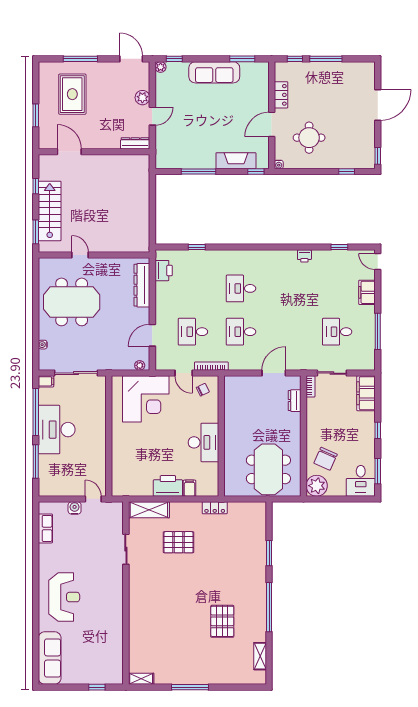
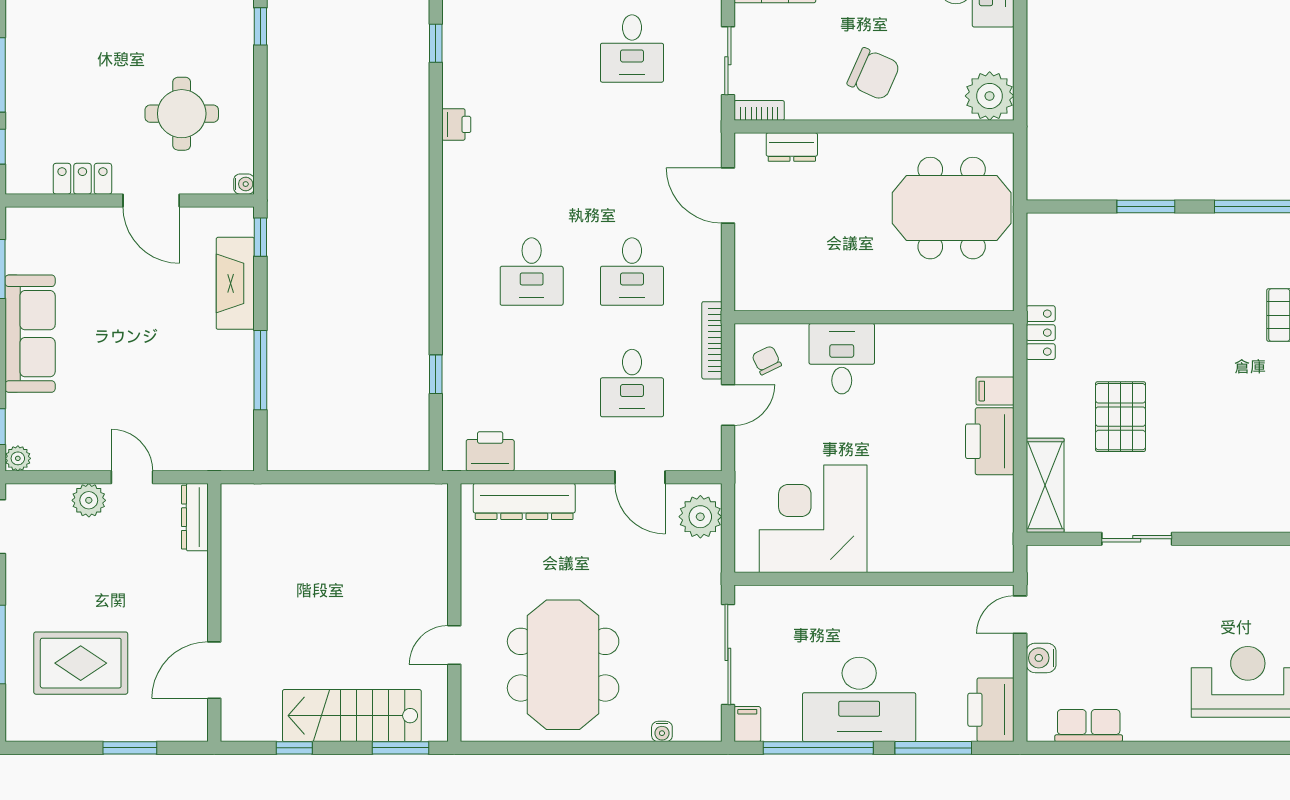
plant: (140, 365) -> (700, 517), width x1.87, depth x1.87
corner desk: (146, 399) -> (813, 519), moved, turned -90
desk: (203, 442) -> (842, 359), moved, width x0.73
chair: (326, 459) -> (874, 74), moved
printer: (52, 486) -> (991, 710), added

